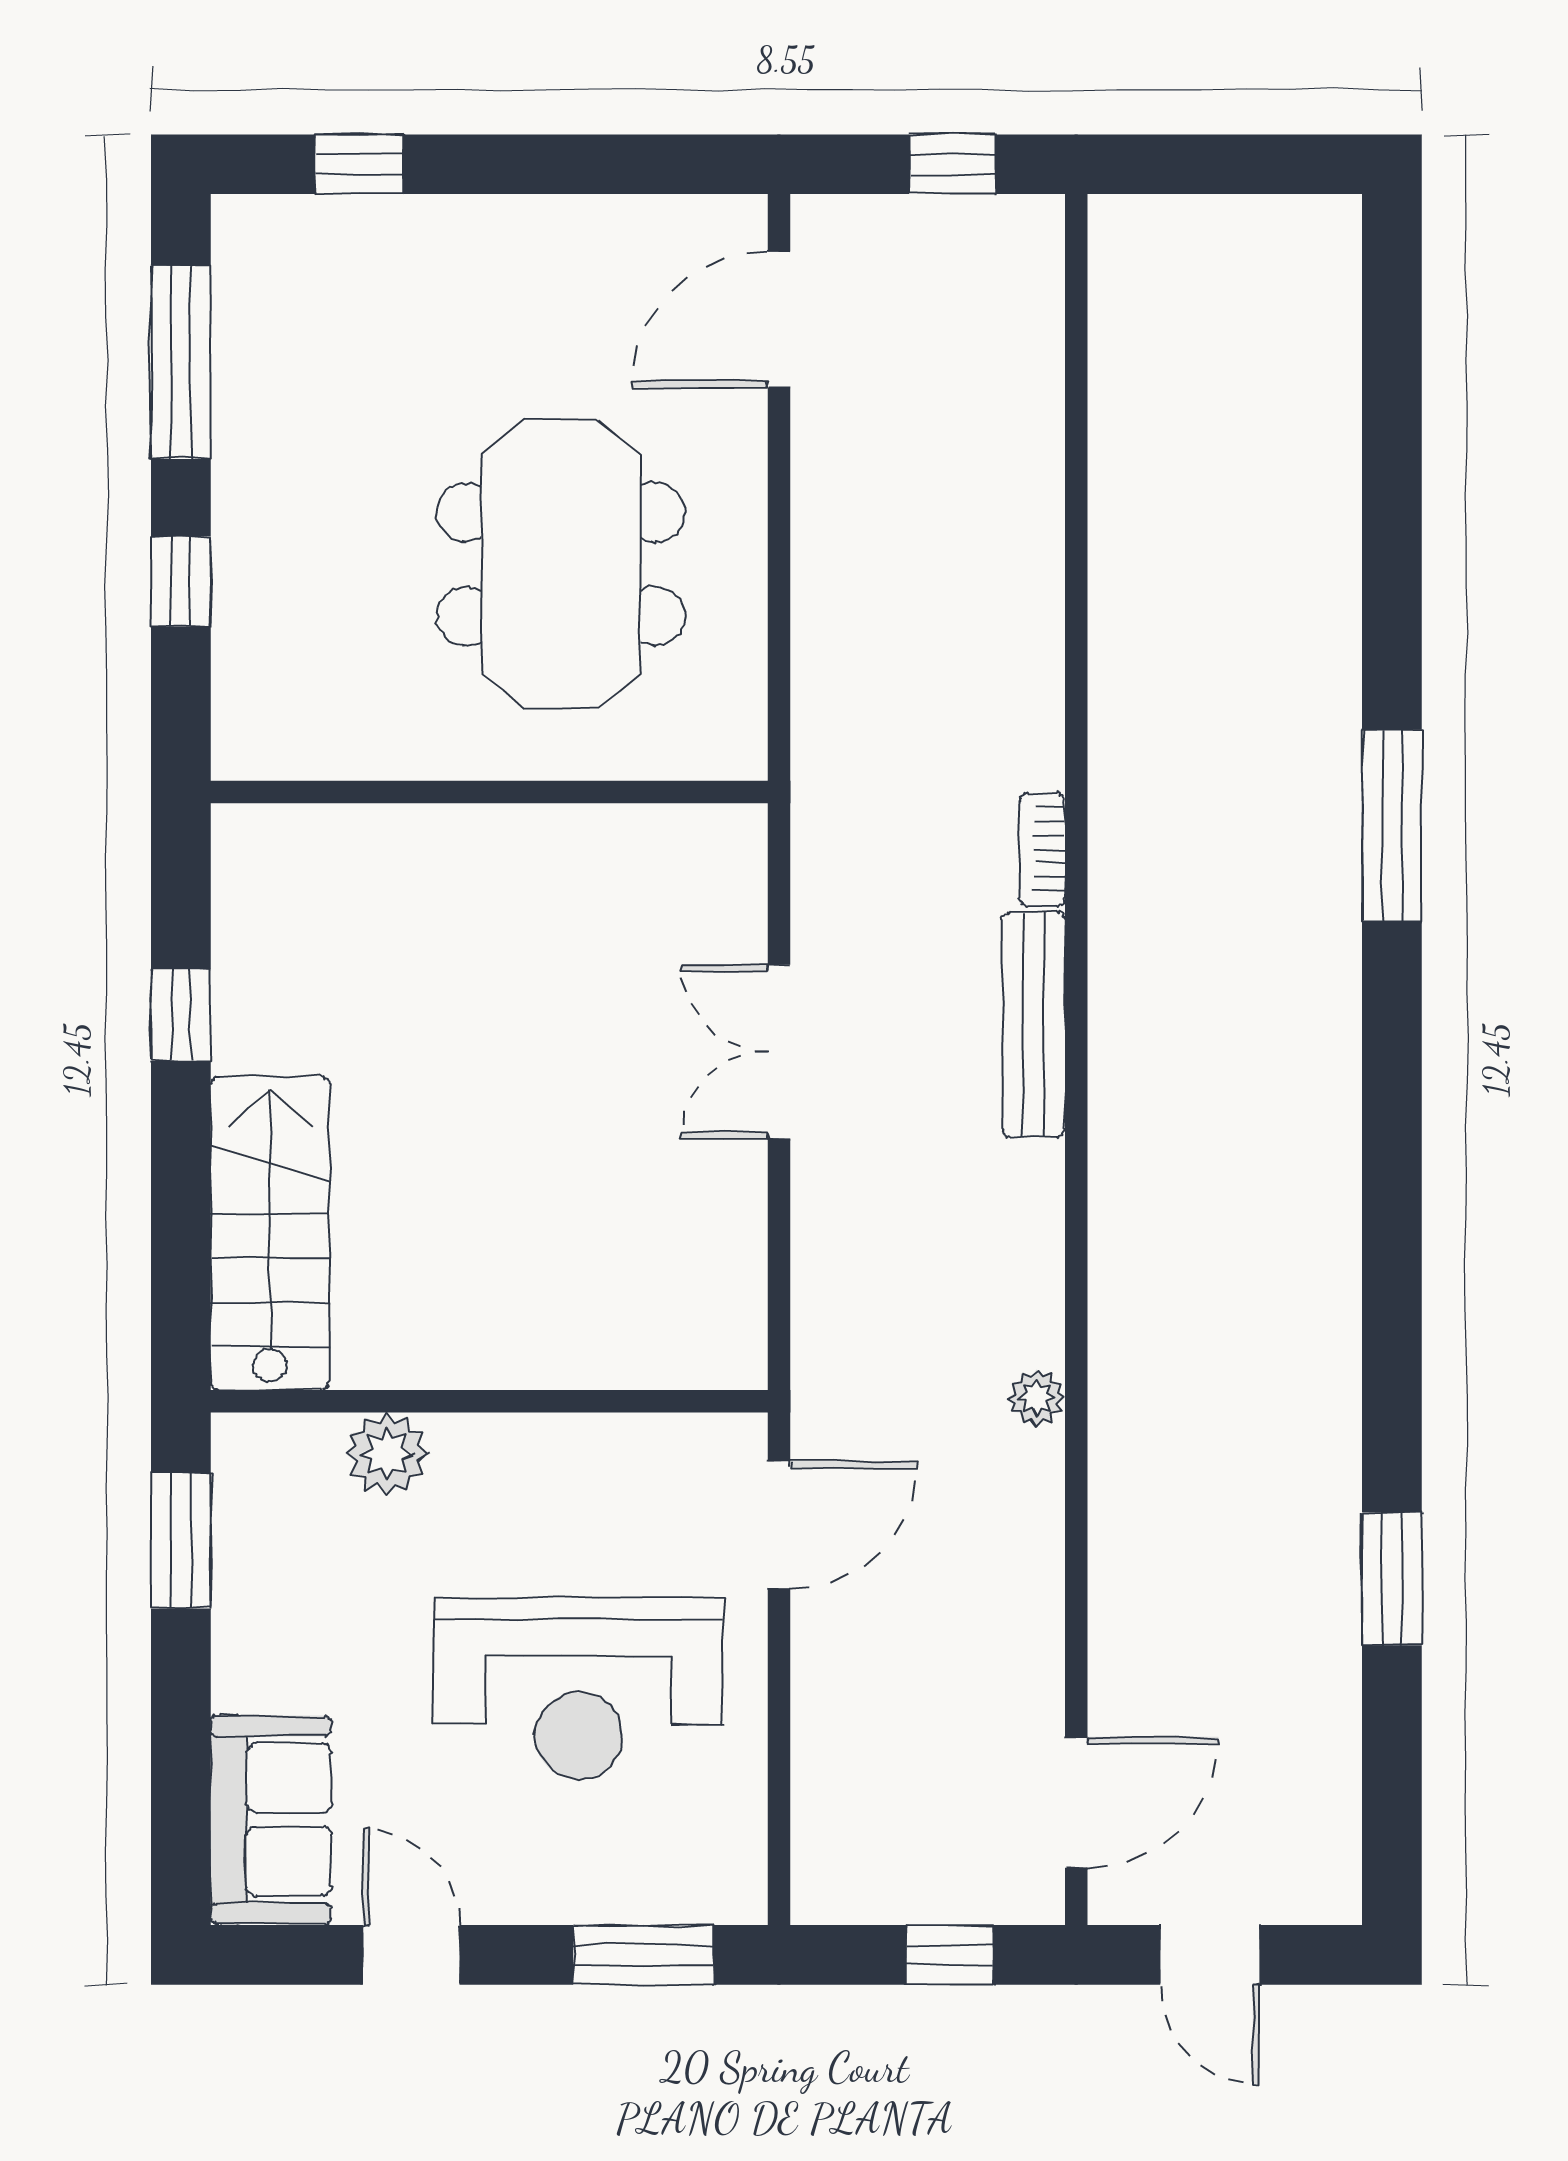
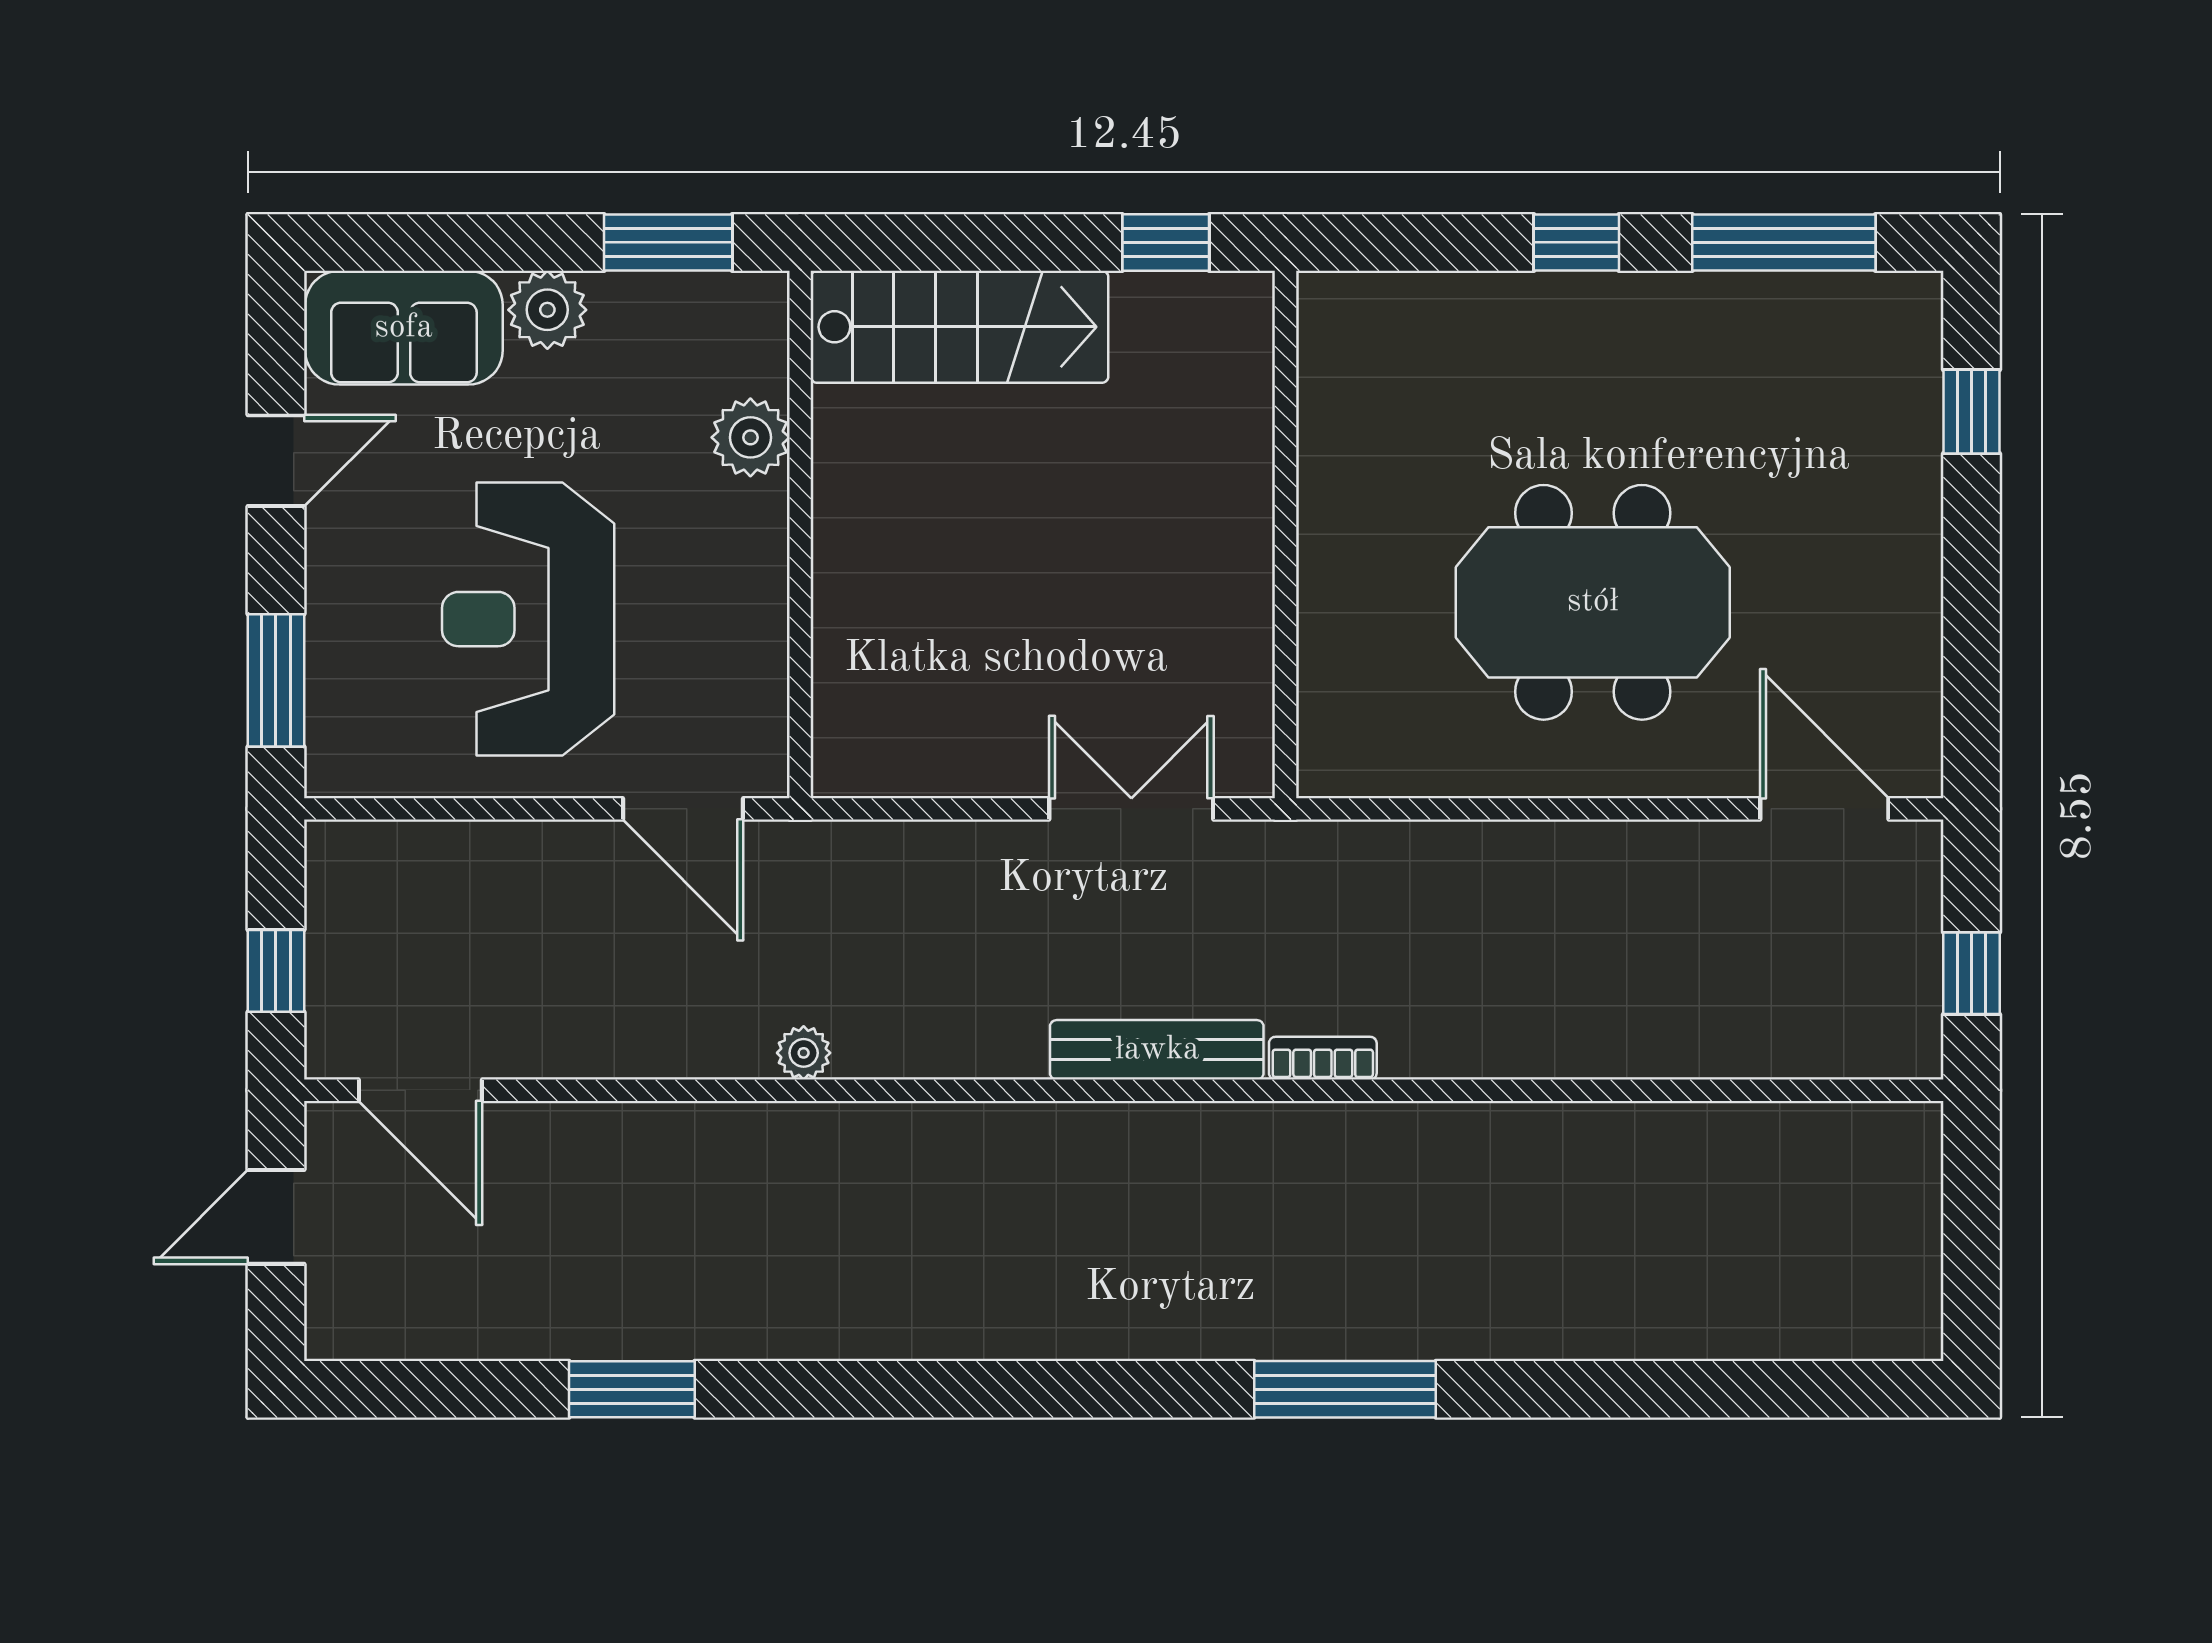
wall: (489, 792) -> (1286, 534), moved
plant: (252, 1668) -> (547, 310), added

